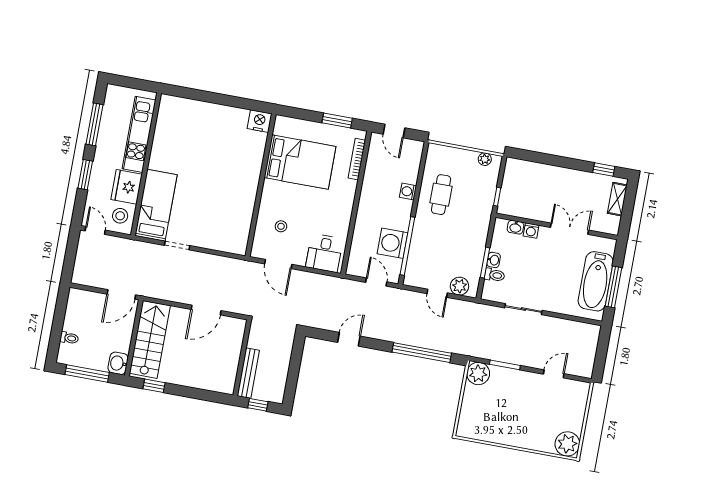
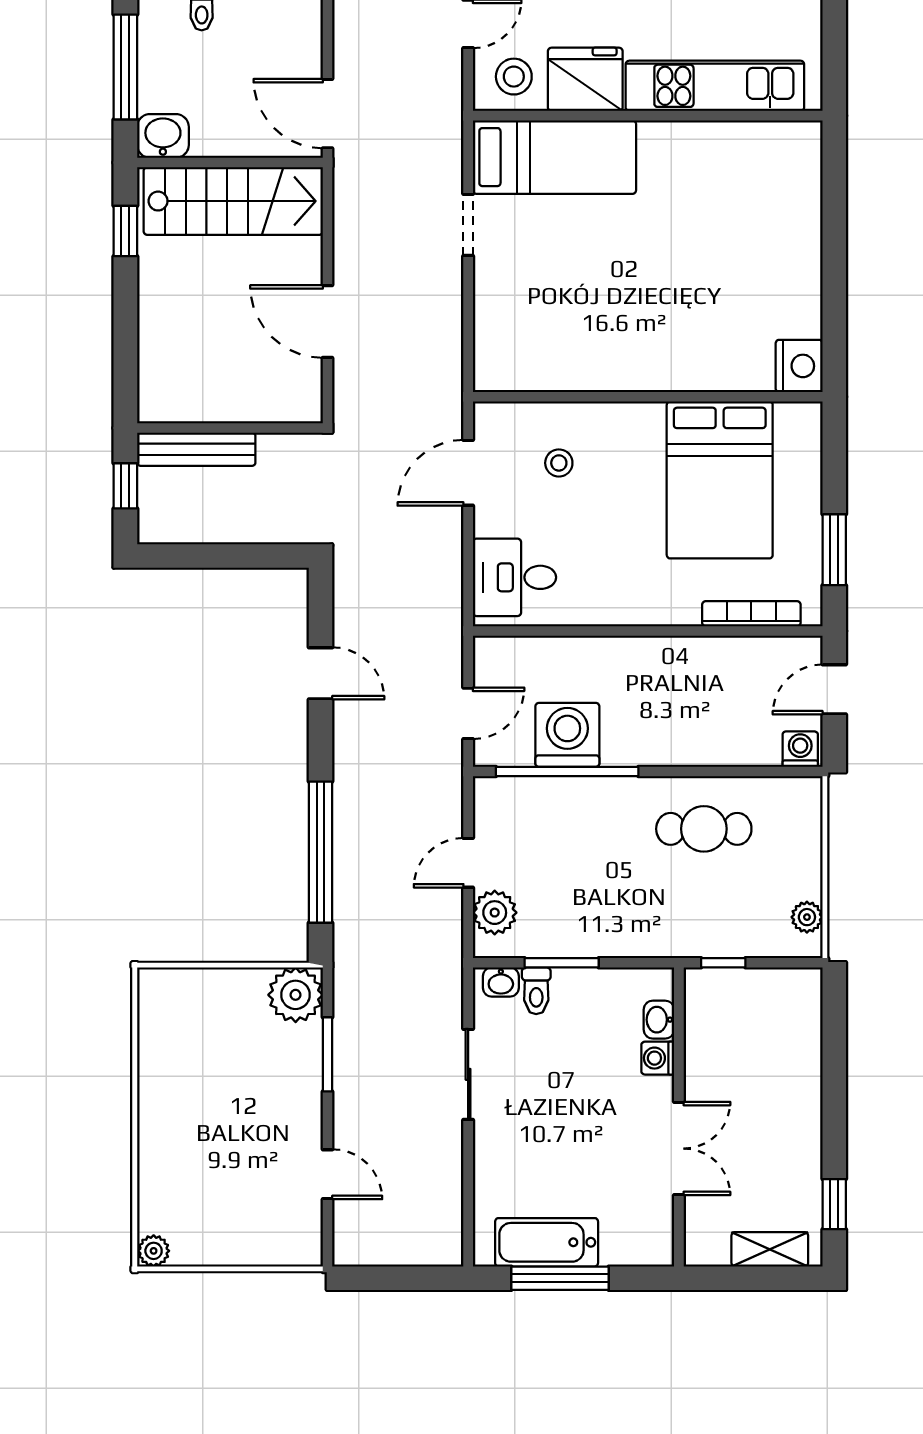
washing machine: (408, 191) -> (800, 749), moved
washbasin: (494, 260) -> (501, 982), moved
bathtub: (596, 281) -> (547, 1242), width x0.73, depth x0.73
plant: (567, 444) -> (154, 1251), width x0.53, depth x0.53

